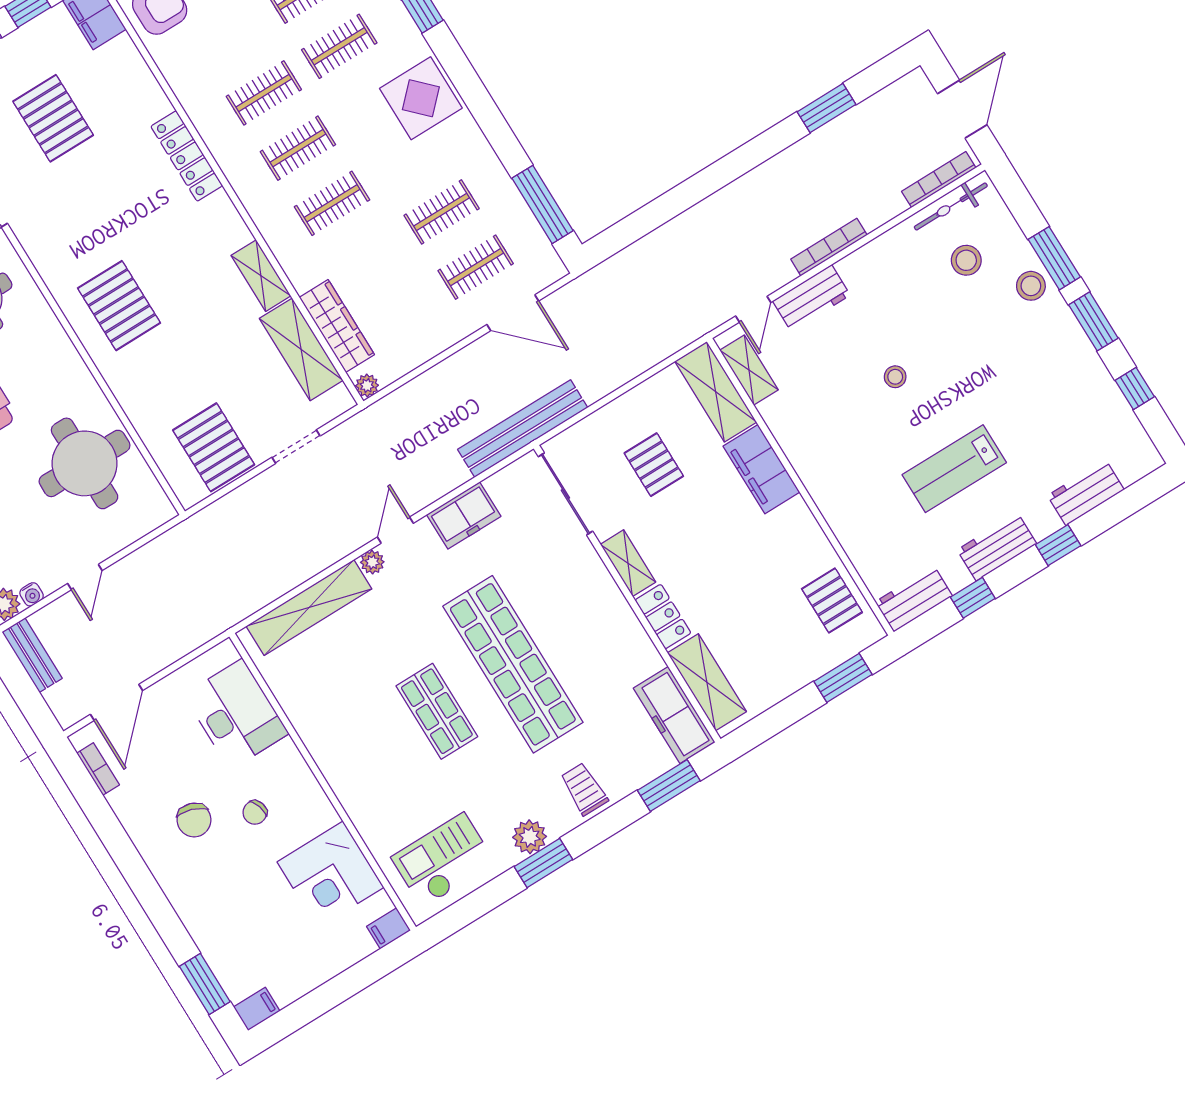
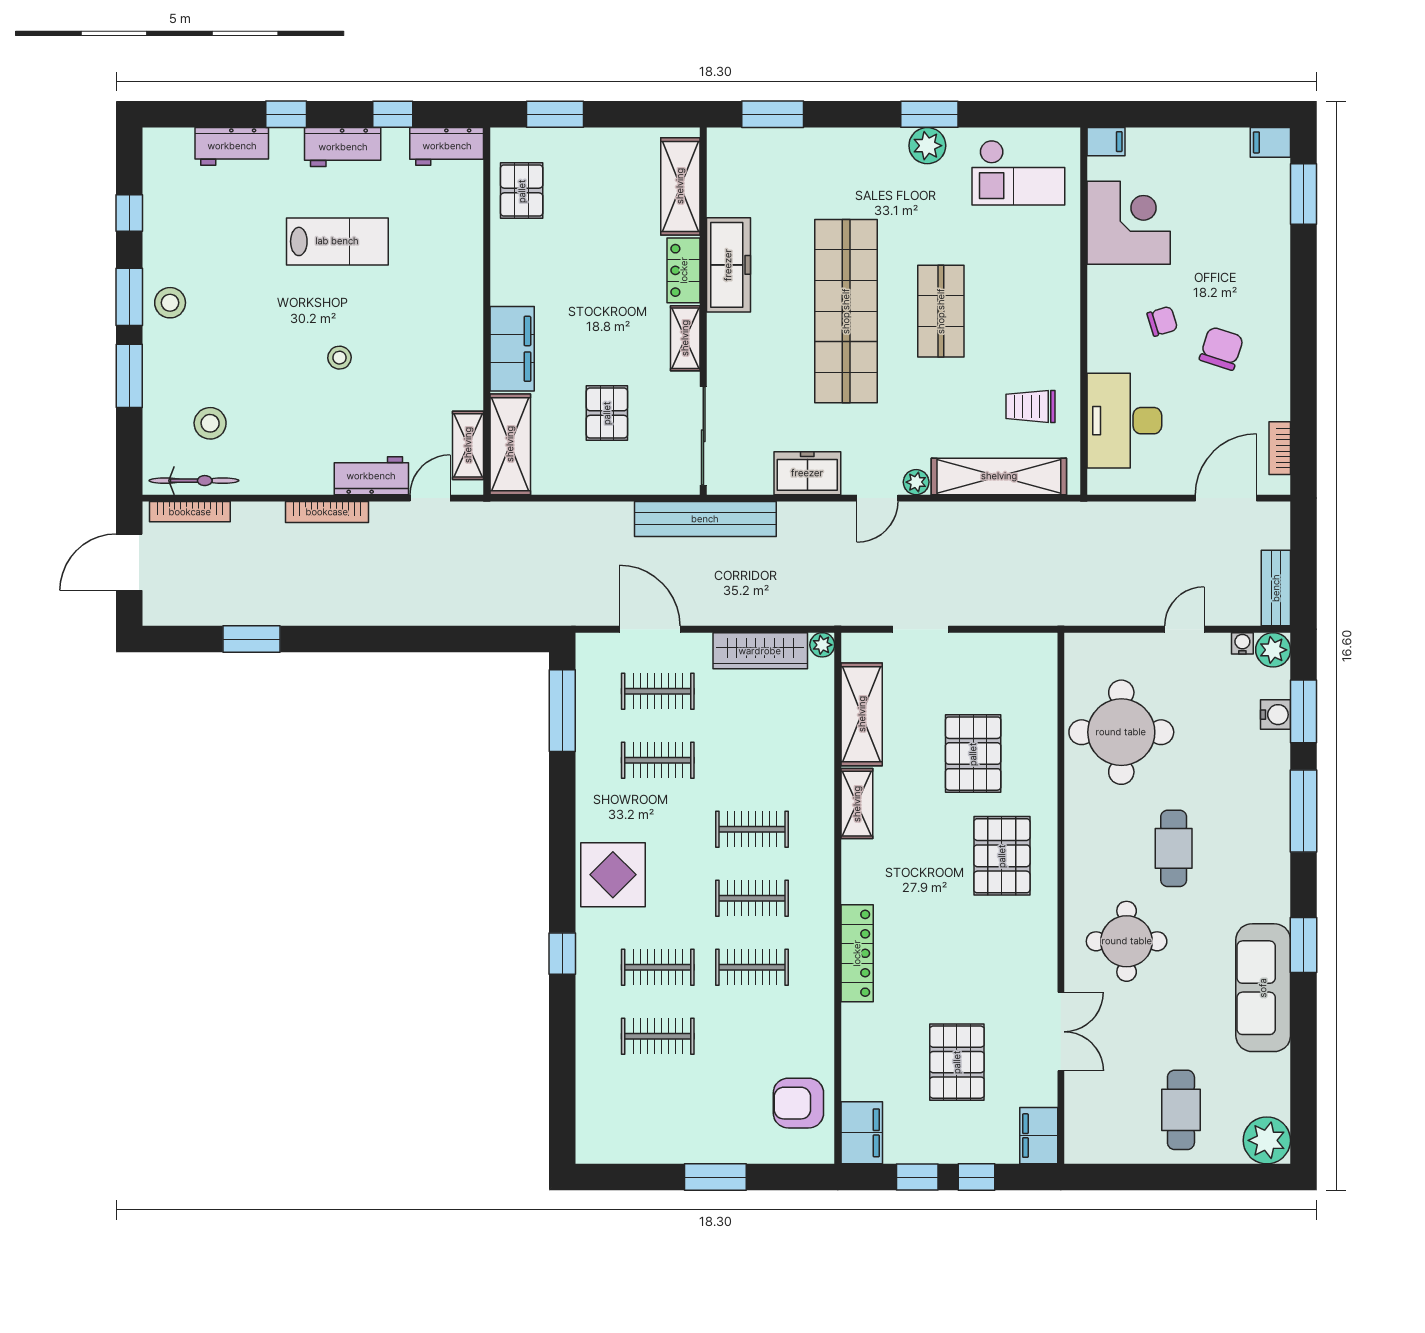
stool: (1031, 286) -> (170, 303), moved
wardrobe: (337, 326) -> (760, 651), moved, turned -90
pallet: (214, 447) -> (973, 754), moved
freezer: (674, 715) -> (728, 265), moved
trolley: (584, 789) -> (1031, 406), moved, turned 90

